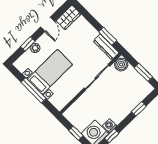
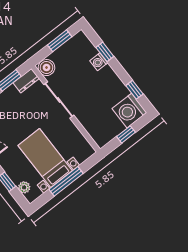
dresser: (106, 47) -> (26, 81), width x0.70
plant: (35, 48) -> (24, 187), moved
washing machine: (110, 126) -> (99, 62), moved

